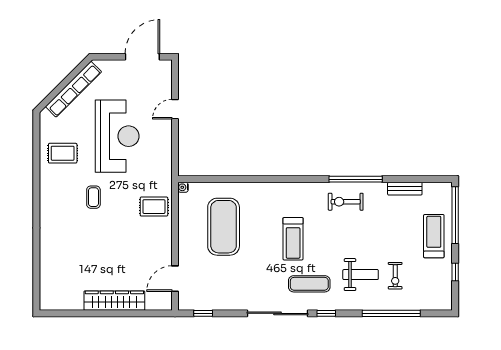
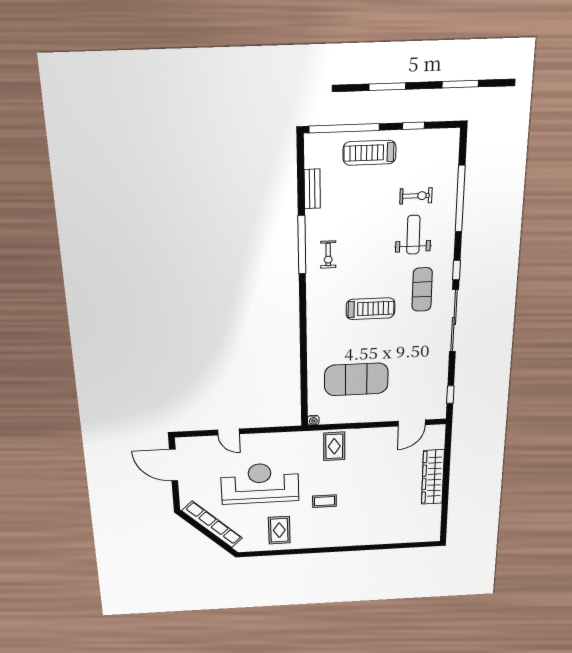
exercise bike: (346, 202) -> (328, 254), width x0.73, depth x0.72
door: (175, 279) -> (412, 423), hinge flipped

